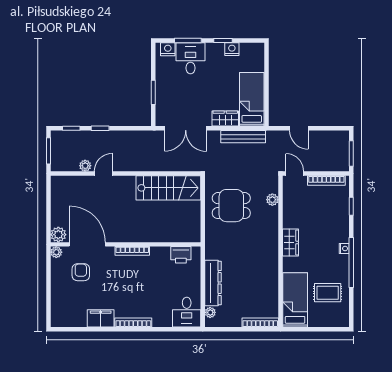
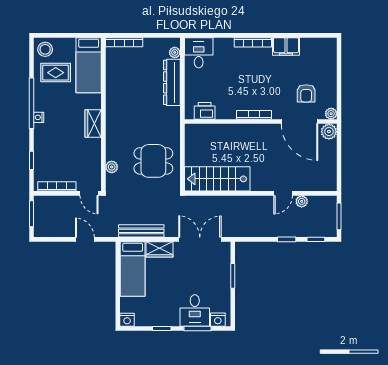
nightstand: (232, 49) -> (127, 320), moved
stool: (338, 316) -> (45, 49), added

